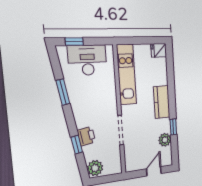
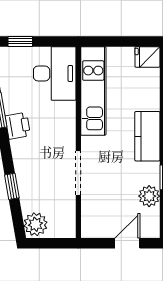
desk: (87, 60) -> (55, 73), moved, turned 90
printer: (86, 136) -> (18, 126), moved

